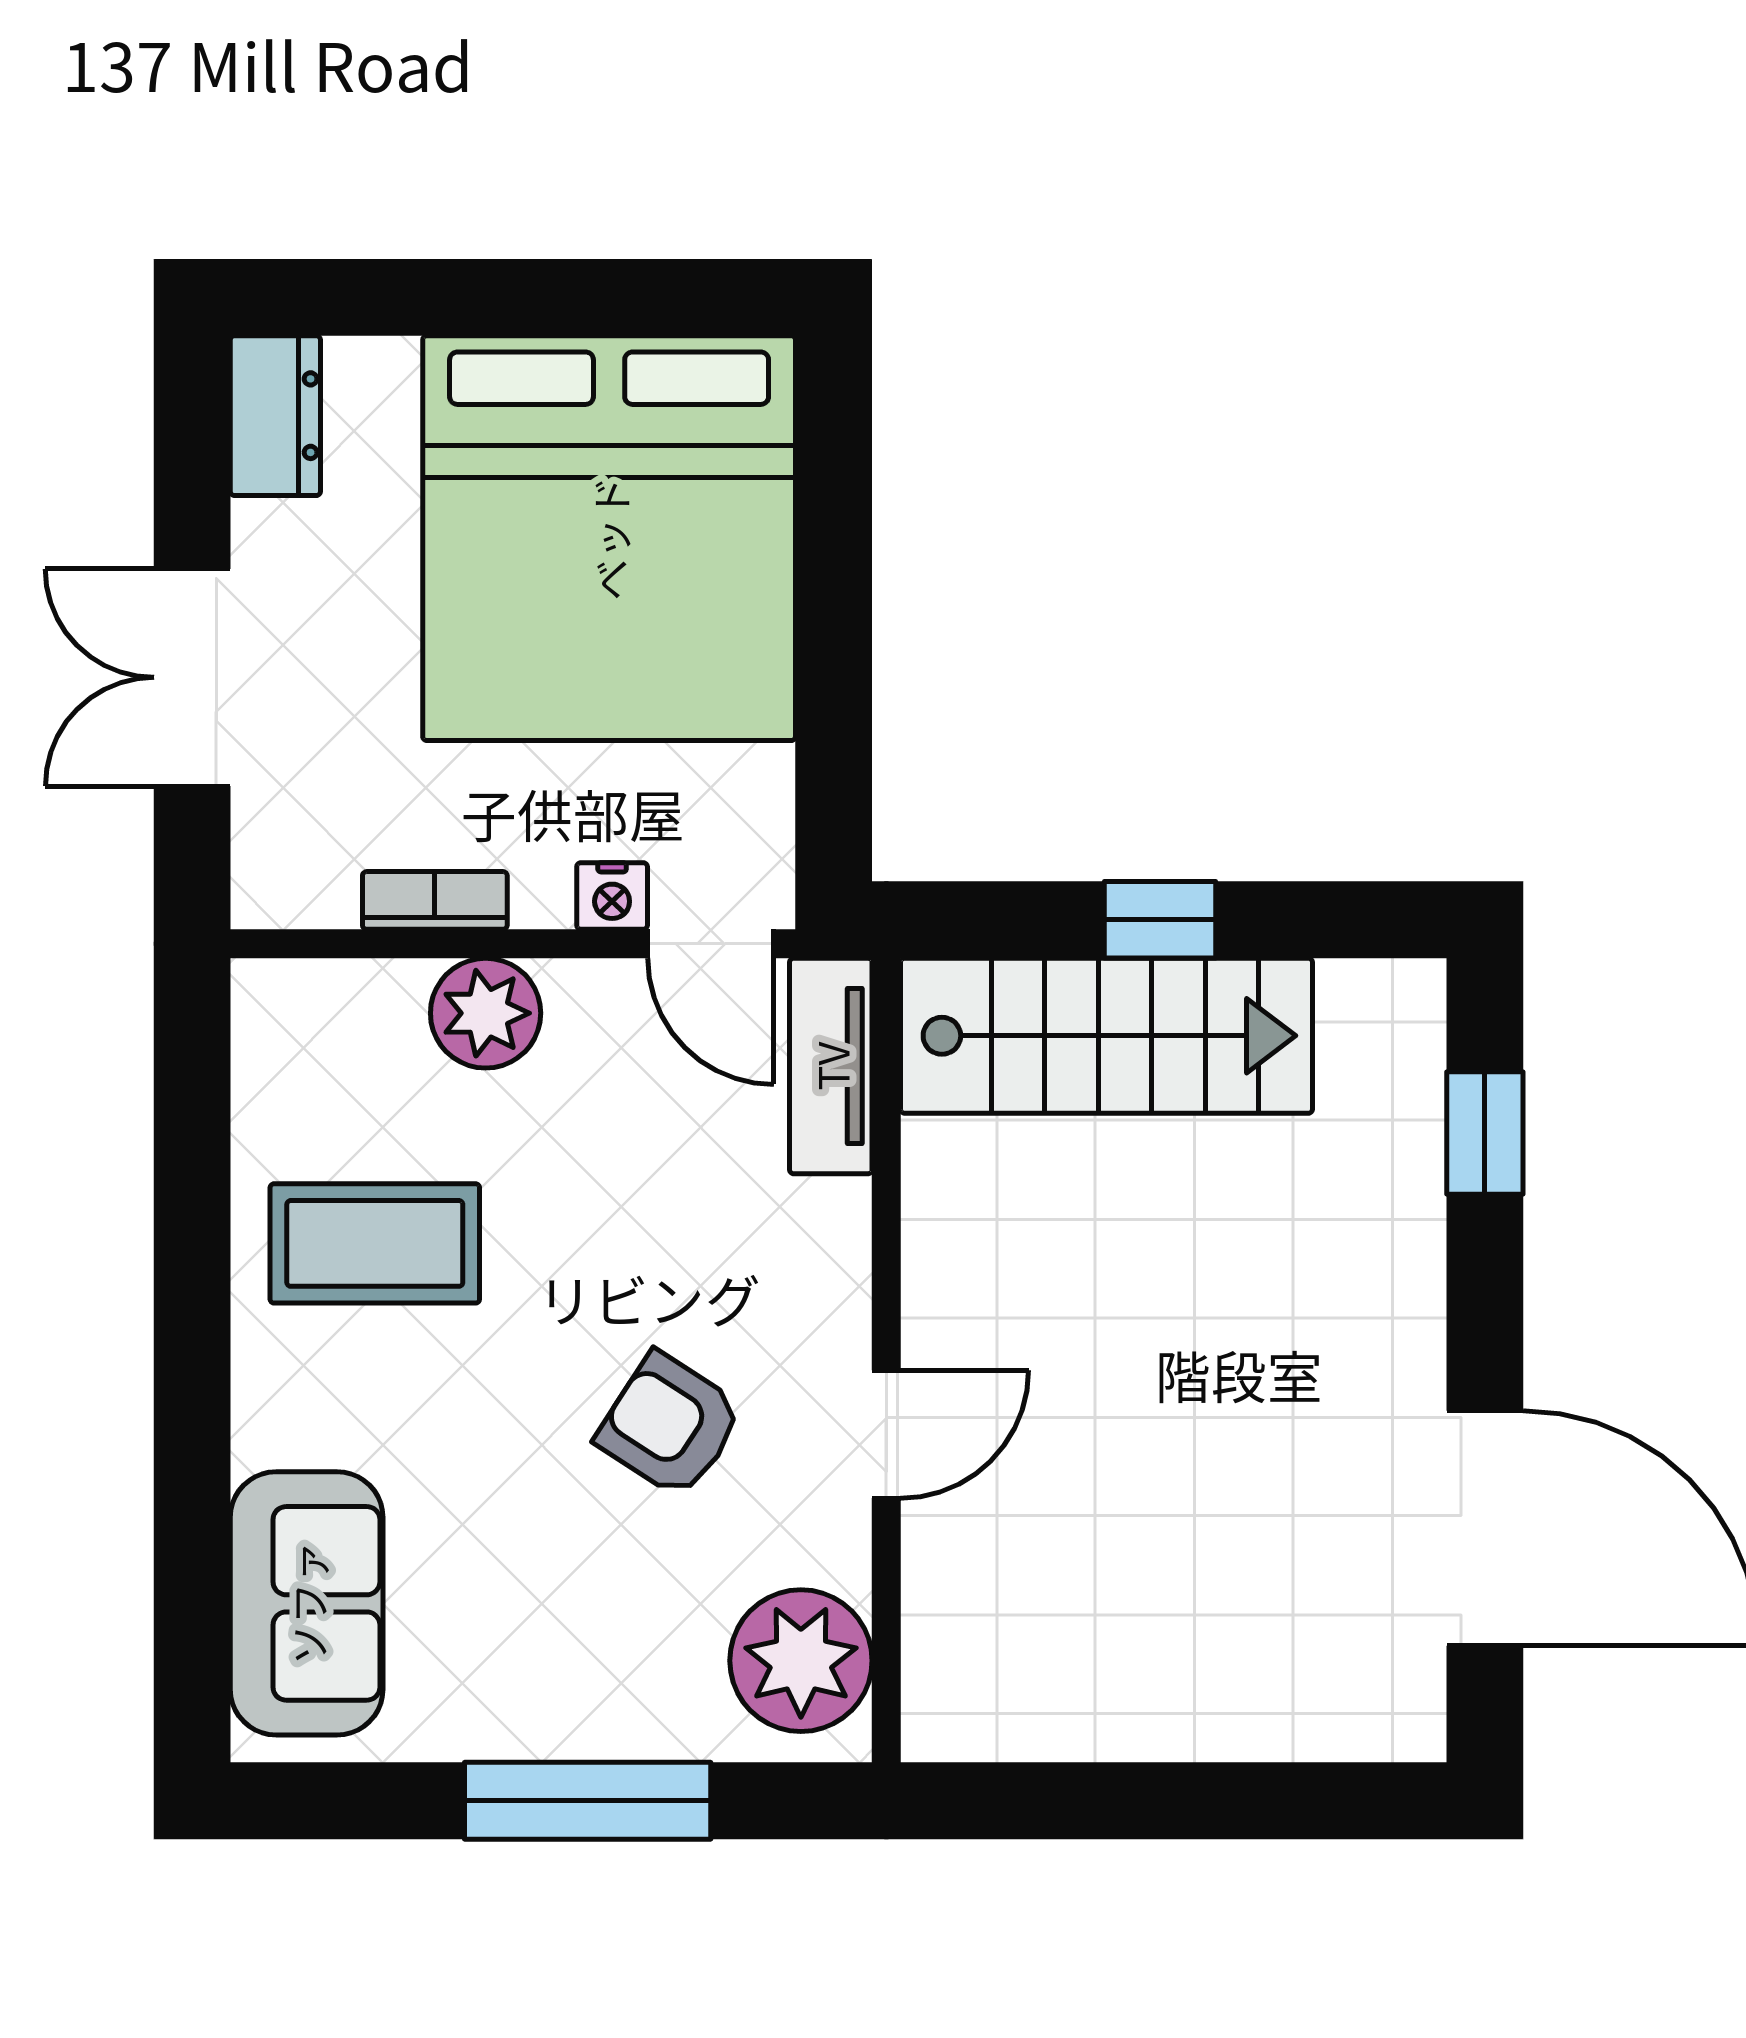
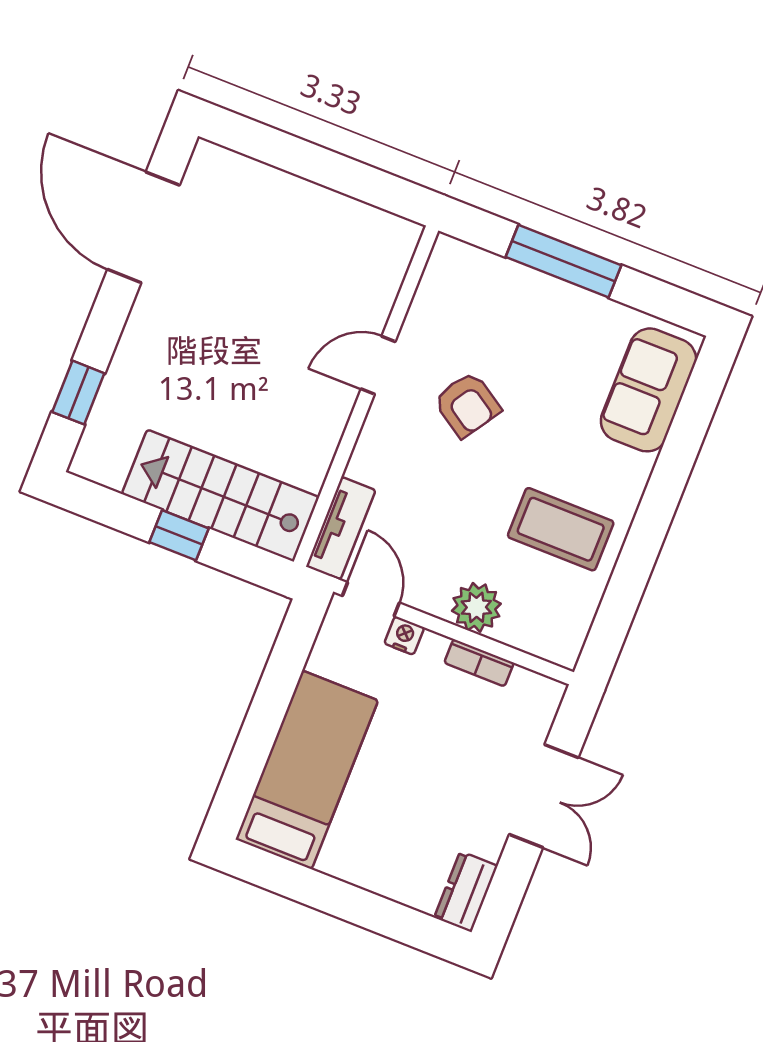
bed: (609, 538) -> (307, 770), width x0.49
plant: (801, 1661) -> (451, 285), removed

